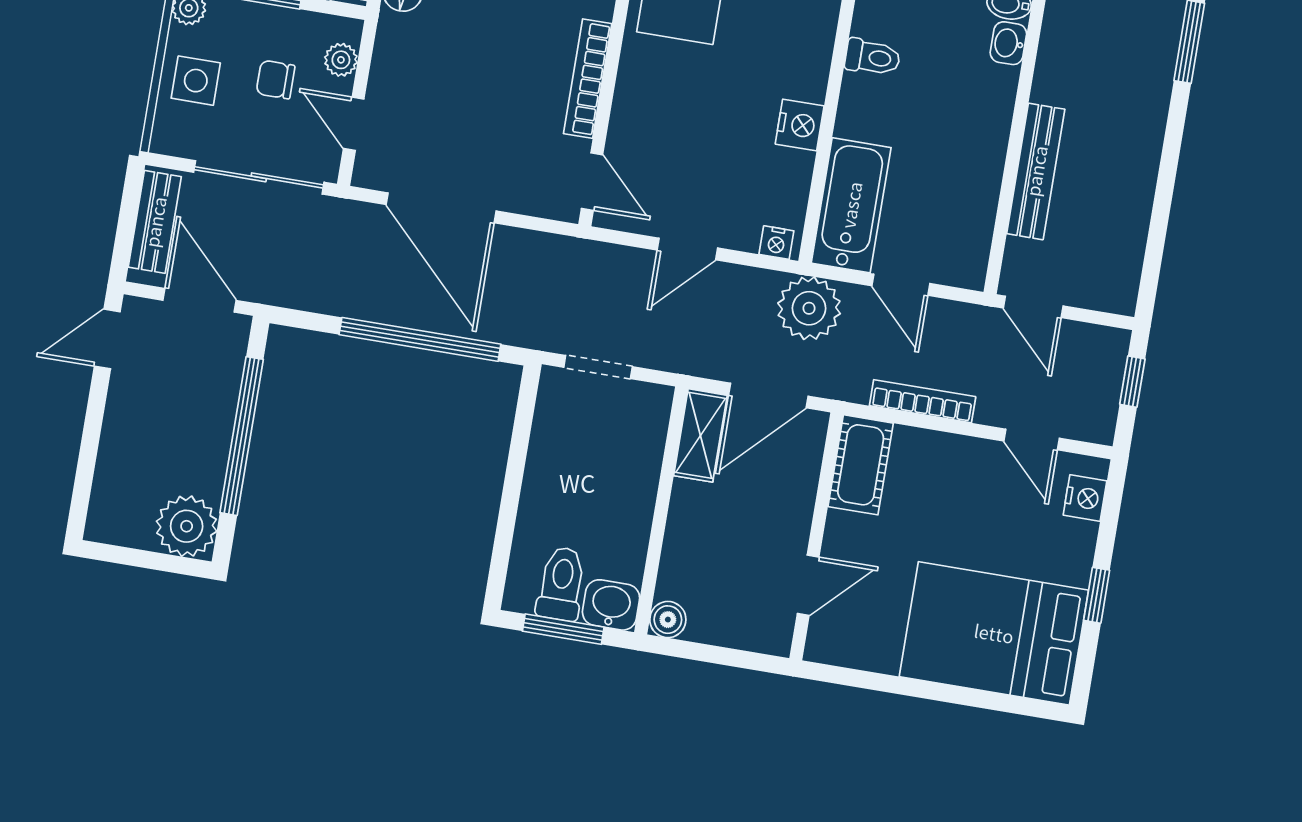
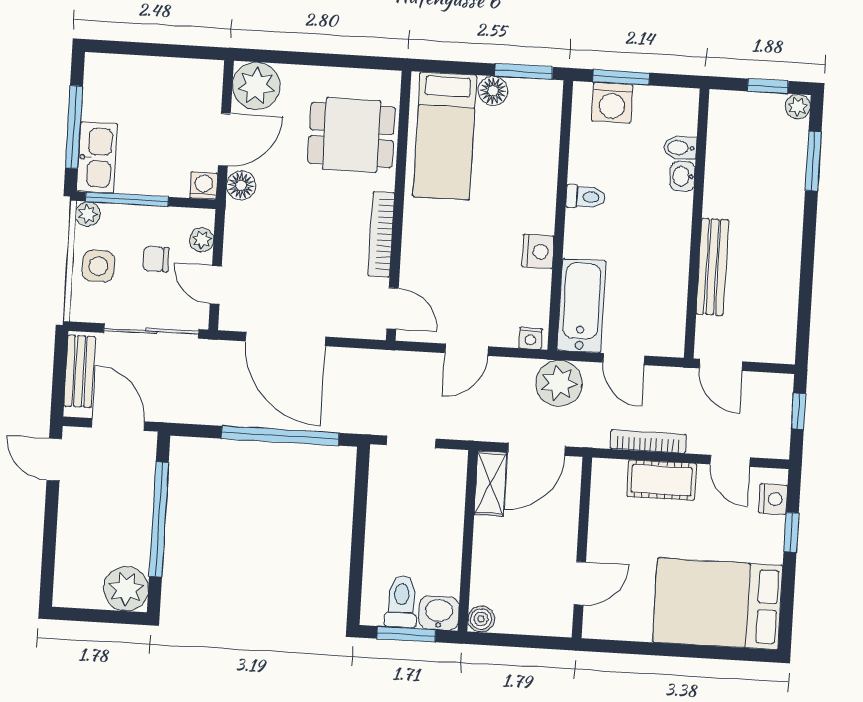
door: (107, 339) -> (54, 460), hinge flipped
cot: (861, 465) -> (662, 480), moved, turned 90
window: (1097, 595) -> (791, 532), moved

